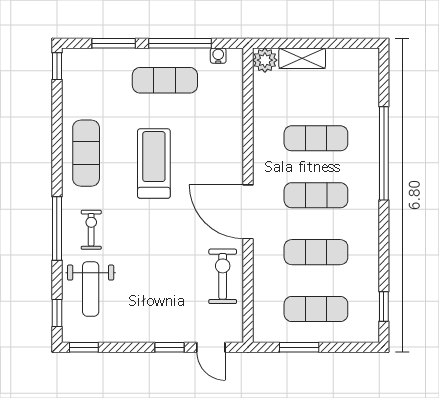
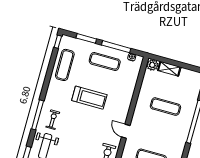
exercise mat: (86, 153) -> (65, 65), moved
treadmill: (154, 164) -> (89, 98), turned 90
exercise mat: (316, 195) -> (158, 132), removed
door: (248, 212) -> (126, 131), width x0.53

